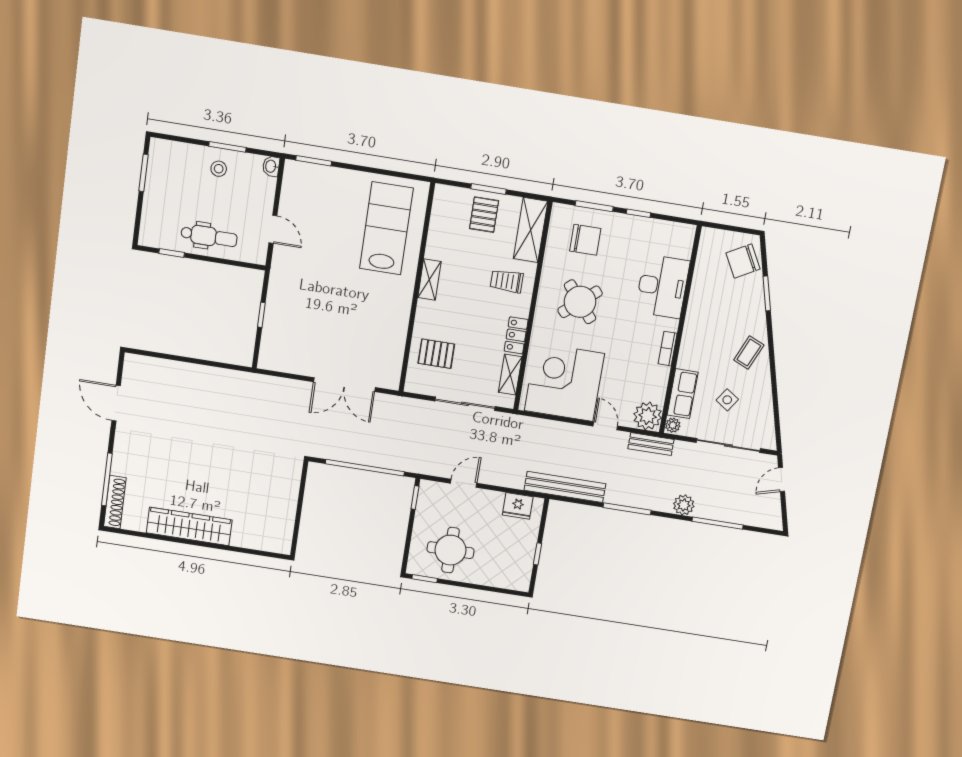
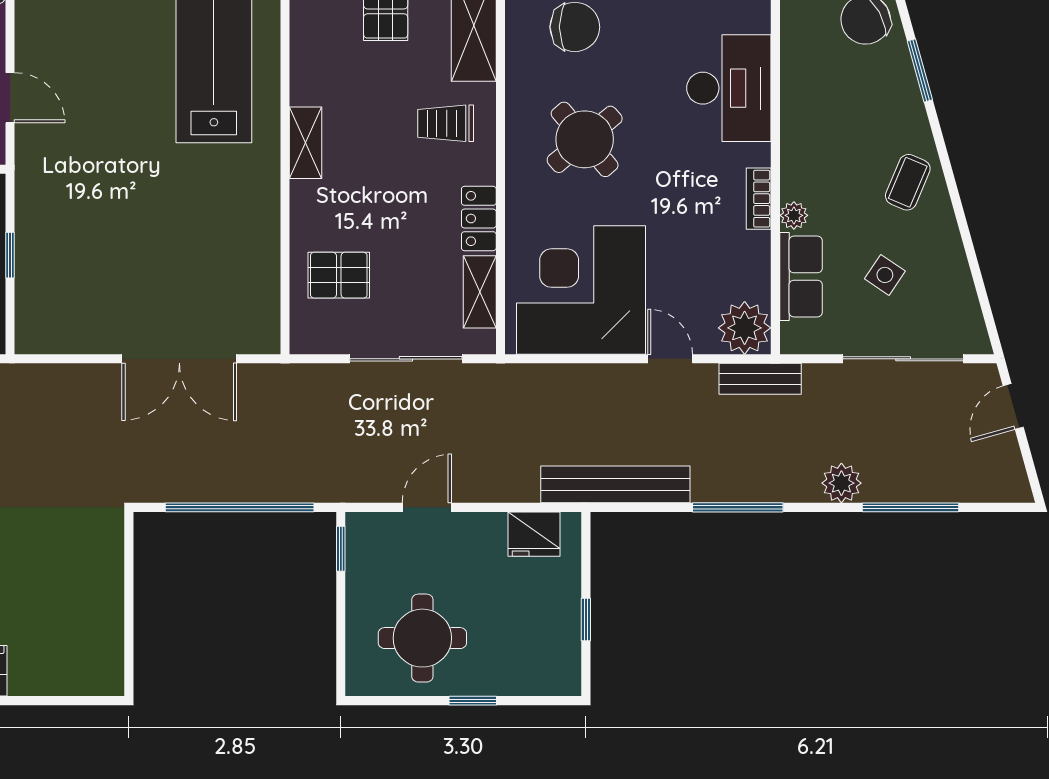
plant: (673, 425) -> (794, 215), moved
window: (425, 579) -> (473, 701), moved

